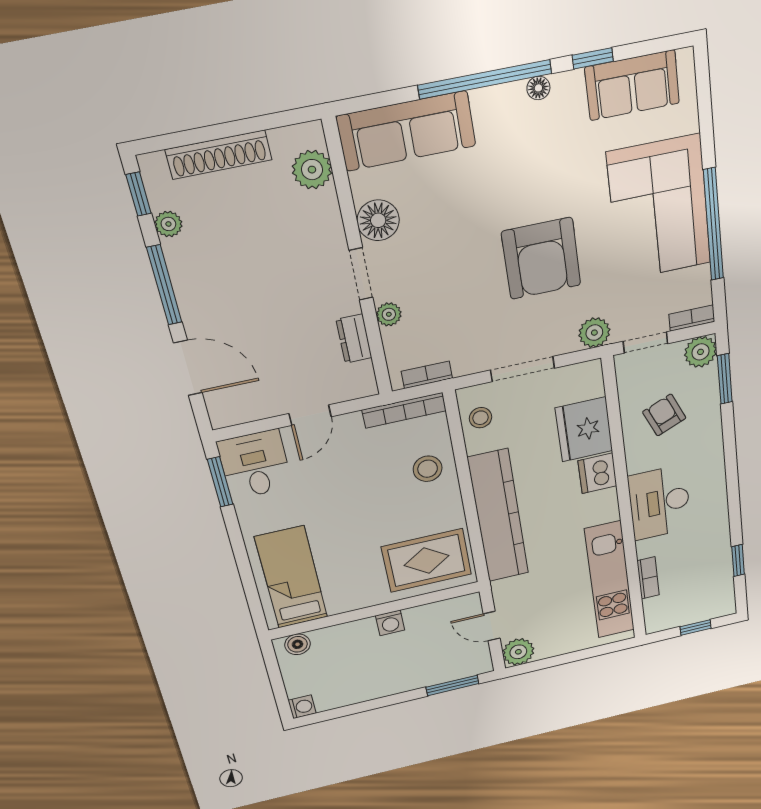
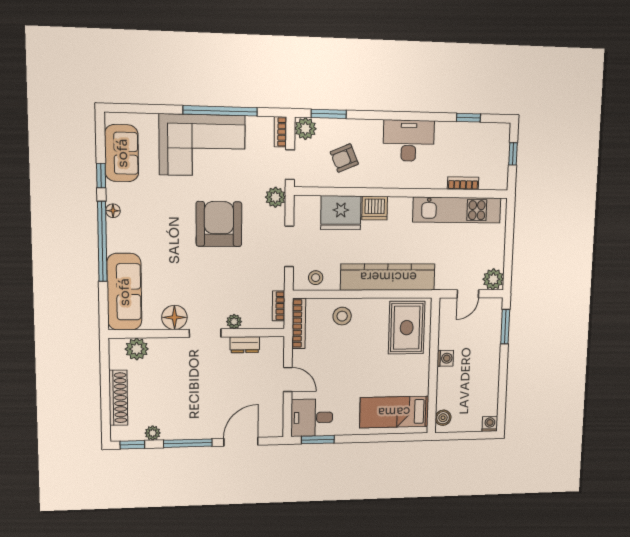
armchair: (541, 258) -> (219, 224), turned -90
desk: (660, 503) -> (409, 141), moved, turned 180

